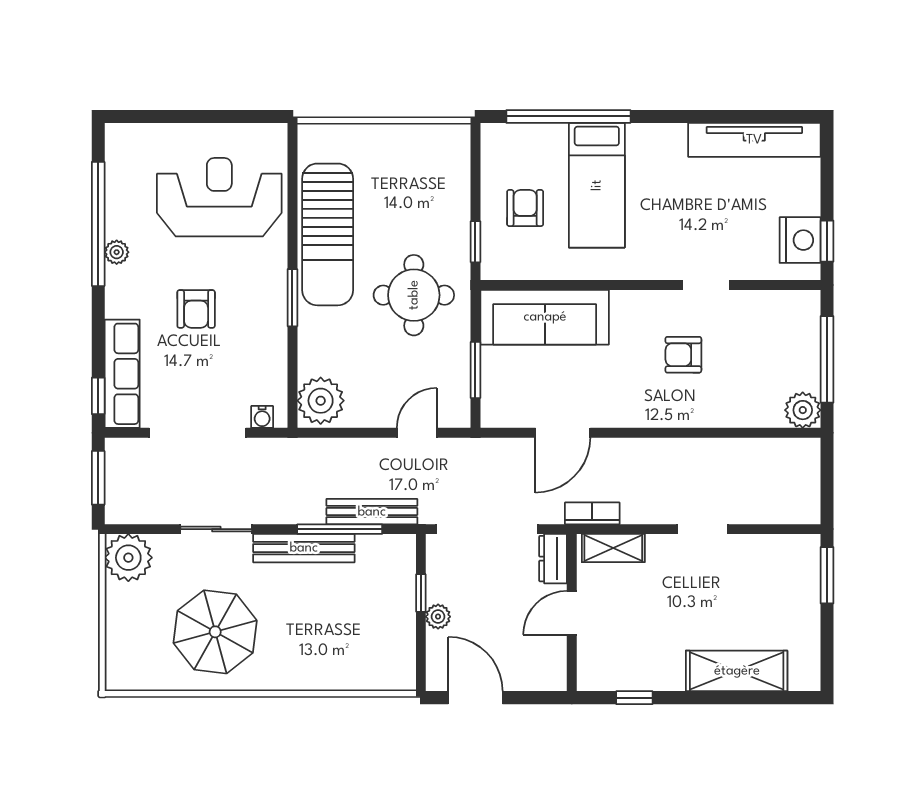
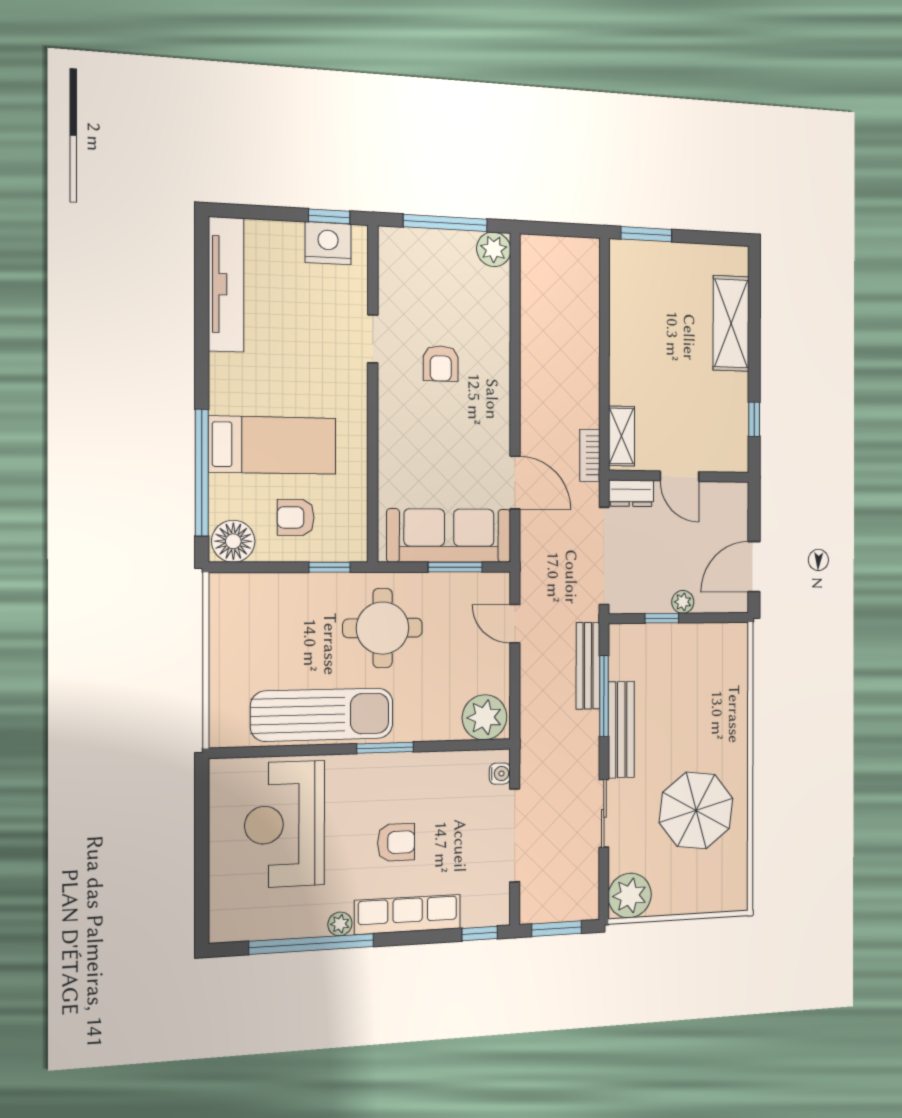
floor lamp: (501, 147) -> (233, 541), added
sofa: (545, 317) -> (449, 536), moved, turned -90
row of seats: (122, 374) -> (408, 914), moved
doorway: (703, 529) -> (604, 350), removed

